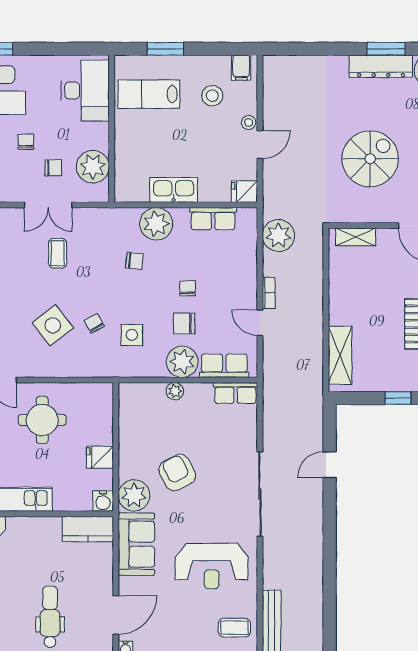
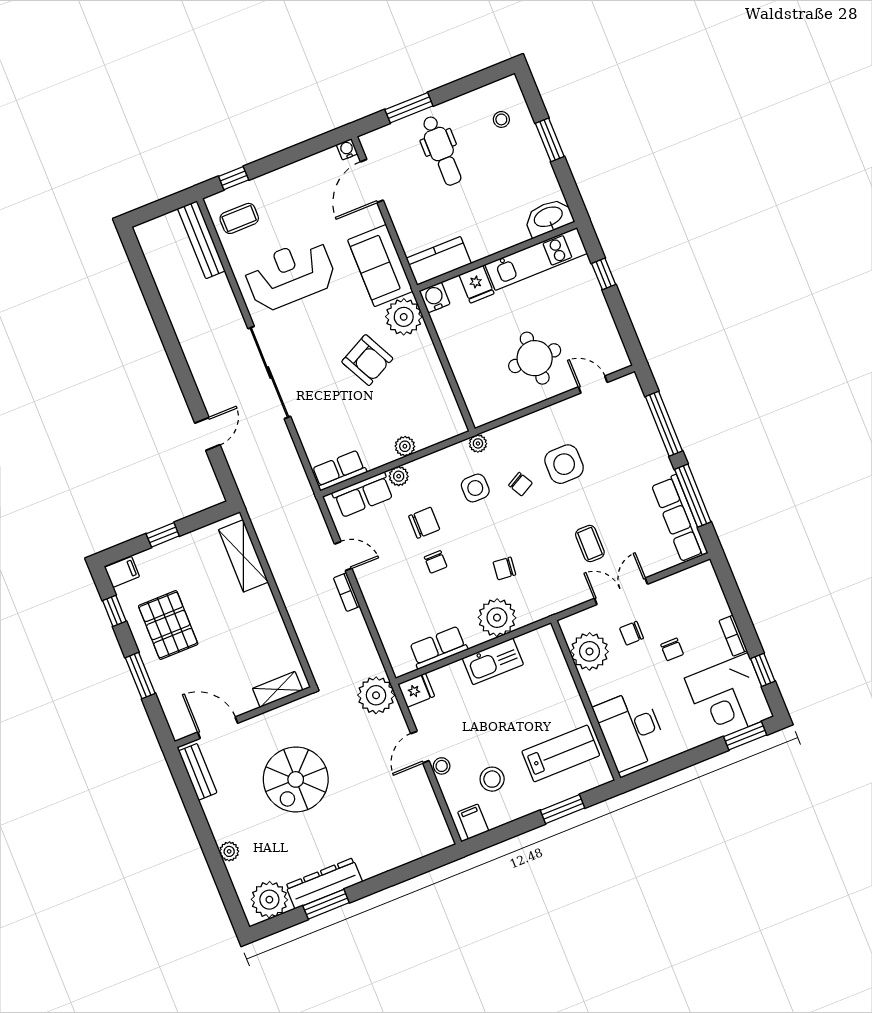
plant: (278, 235) -> (376, 695), moved
side table: (53, 325) -> (564, 464), turned 38
plant: (182, 362) -> (399, 476), width x0.53, depth x0.53
plant: (115, 370) -> (478, 443), added
fridge: (100, 457) -> (477, 284), moved, turned 90

